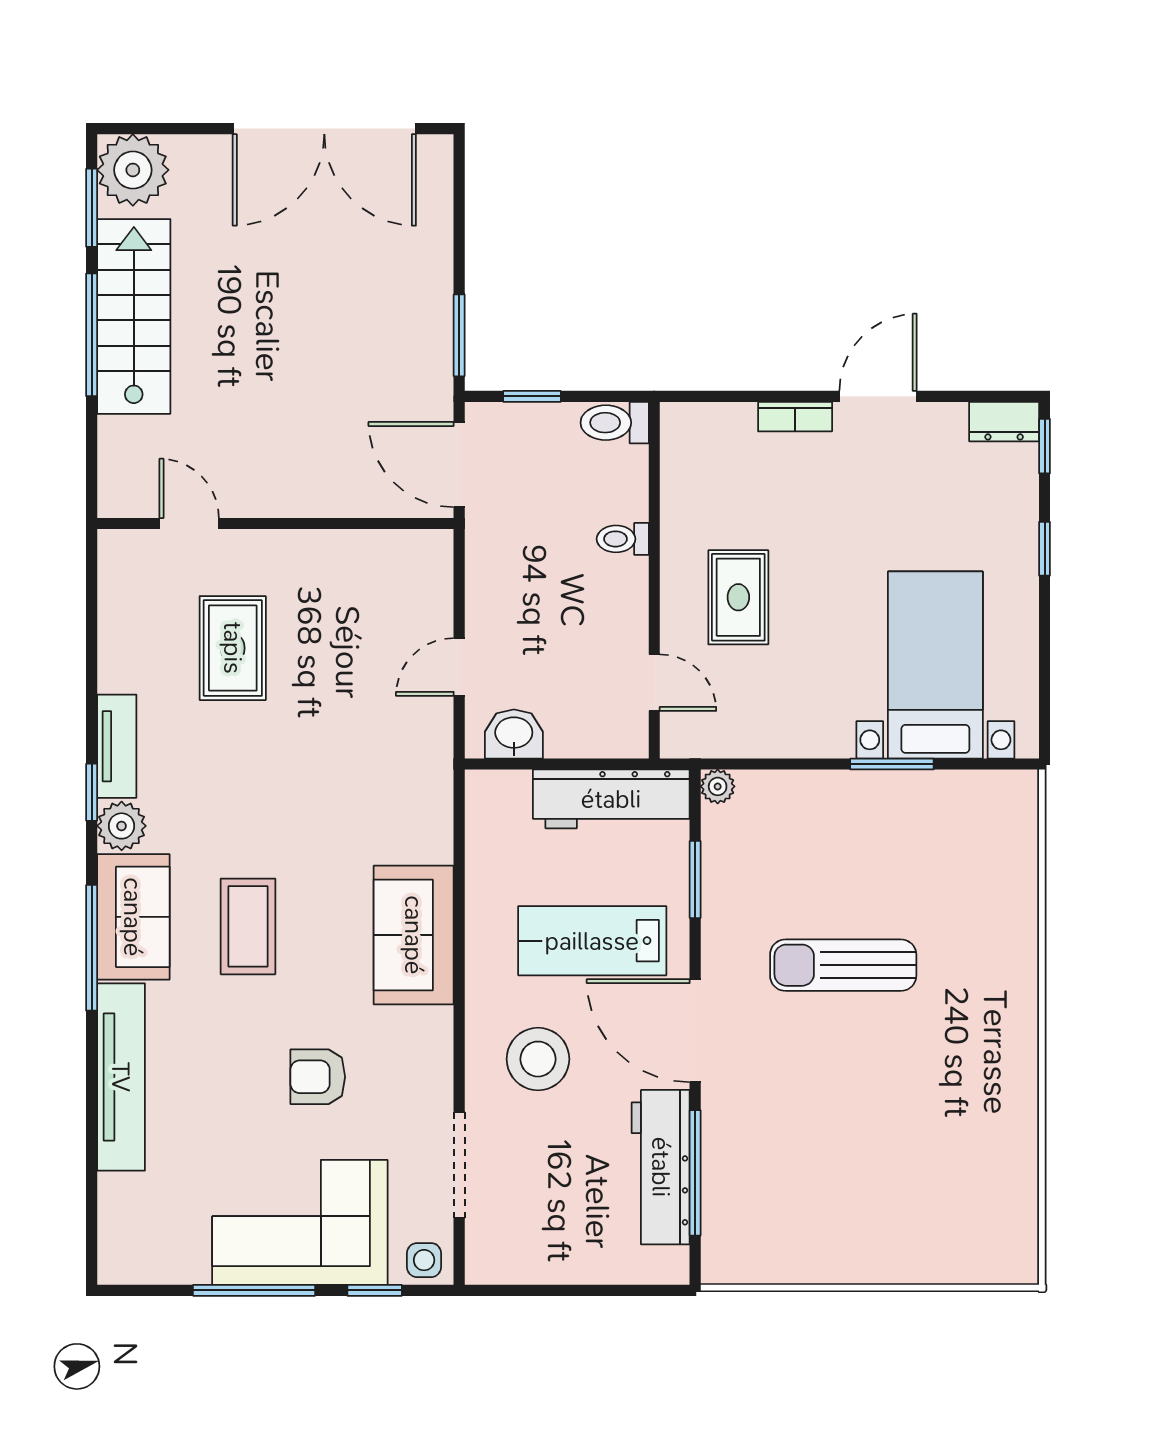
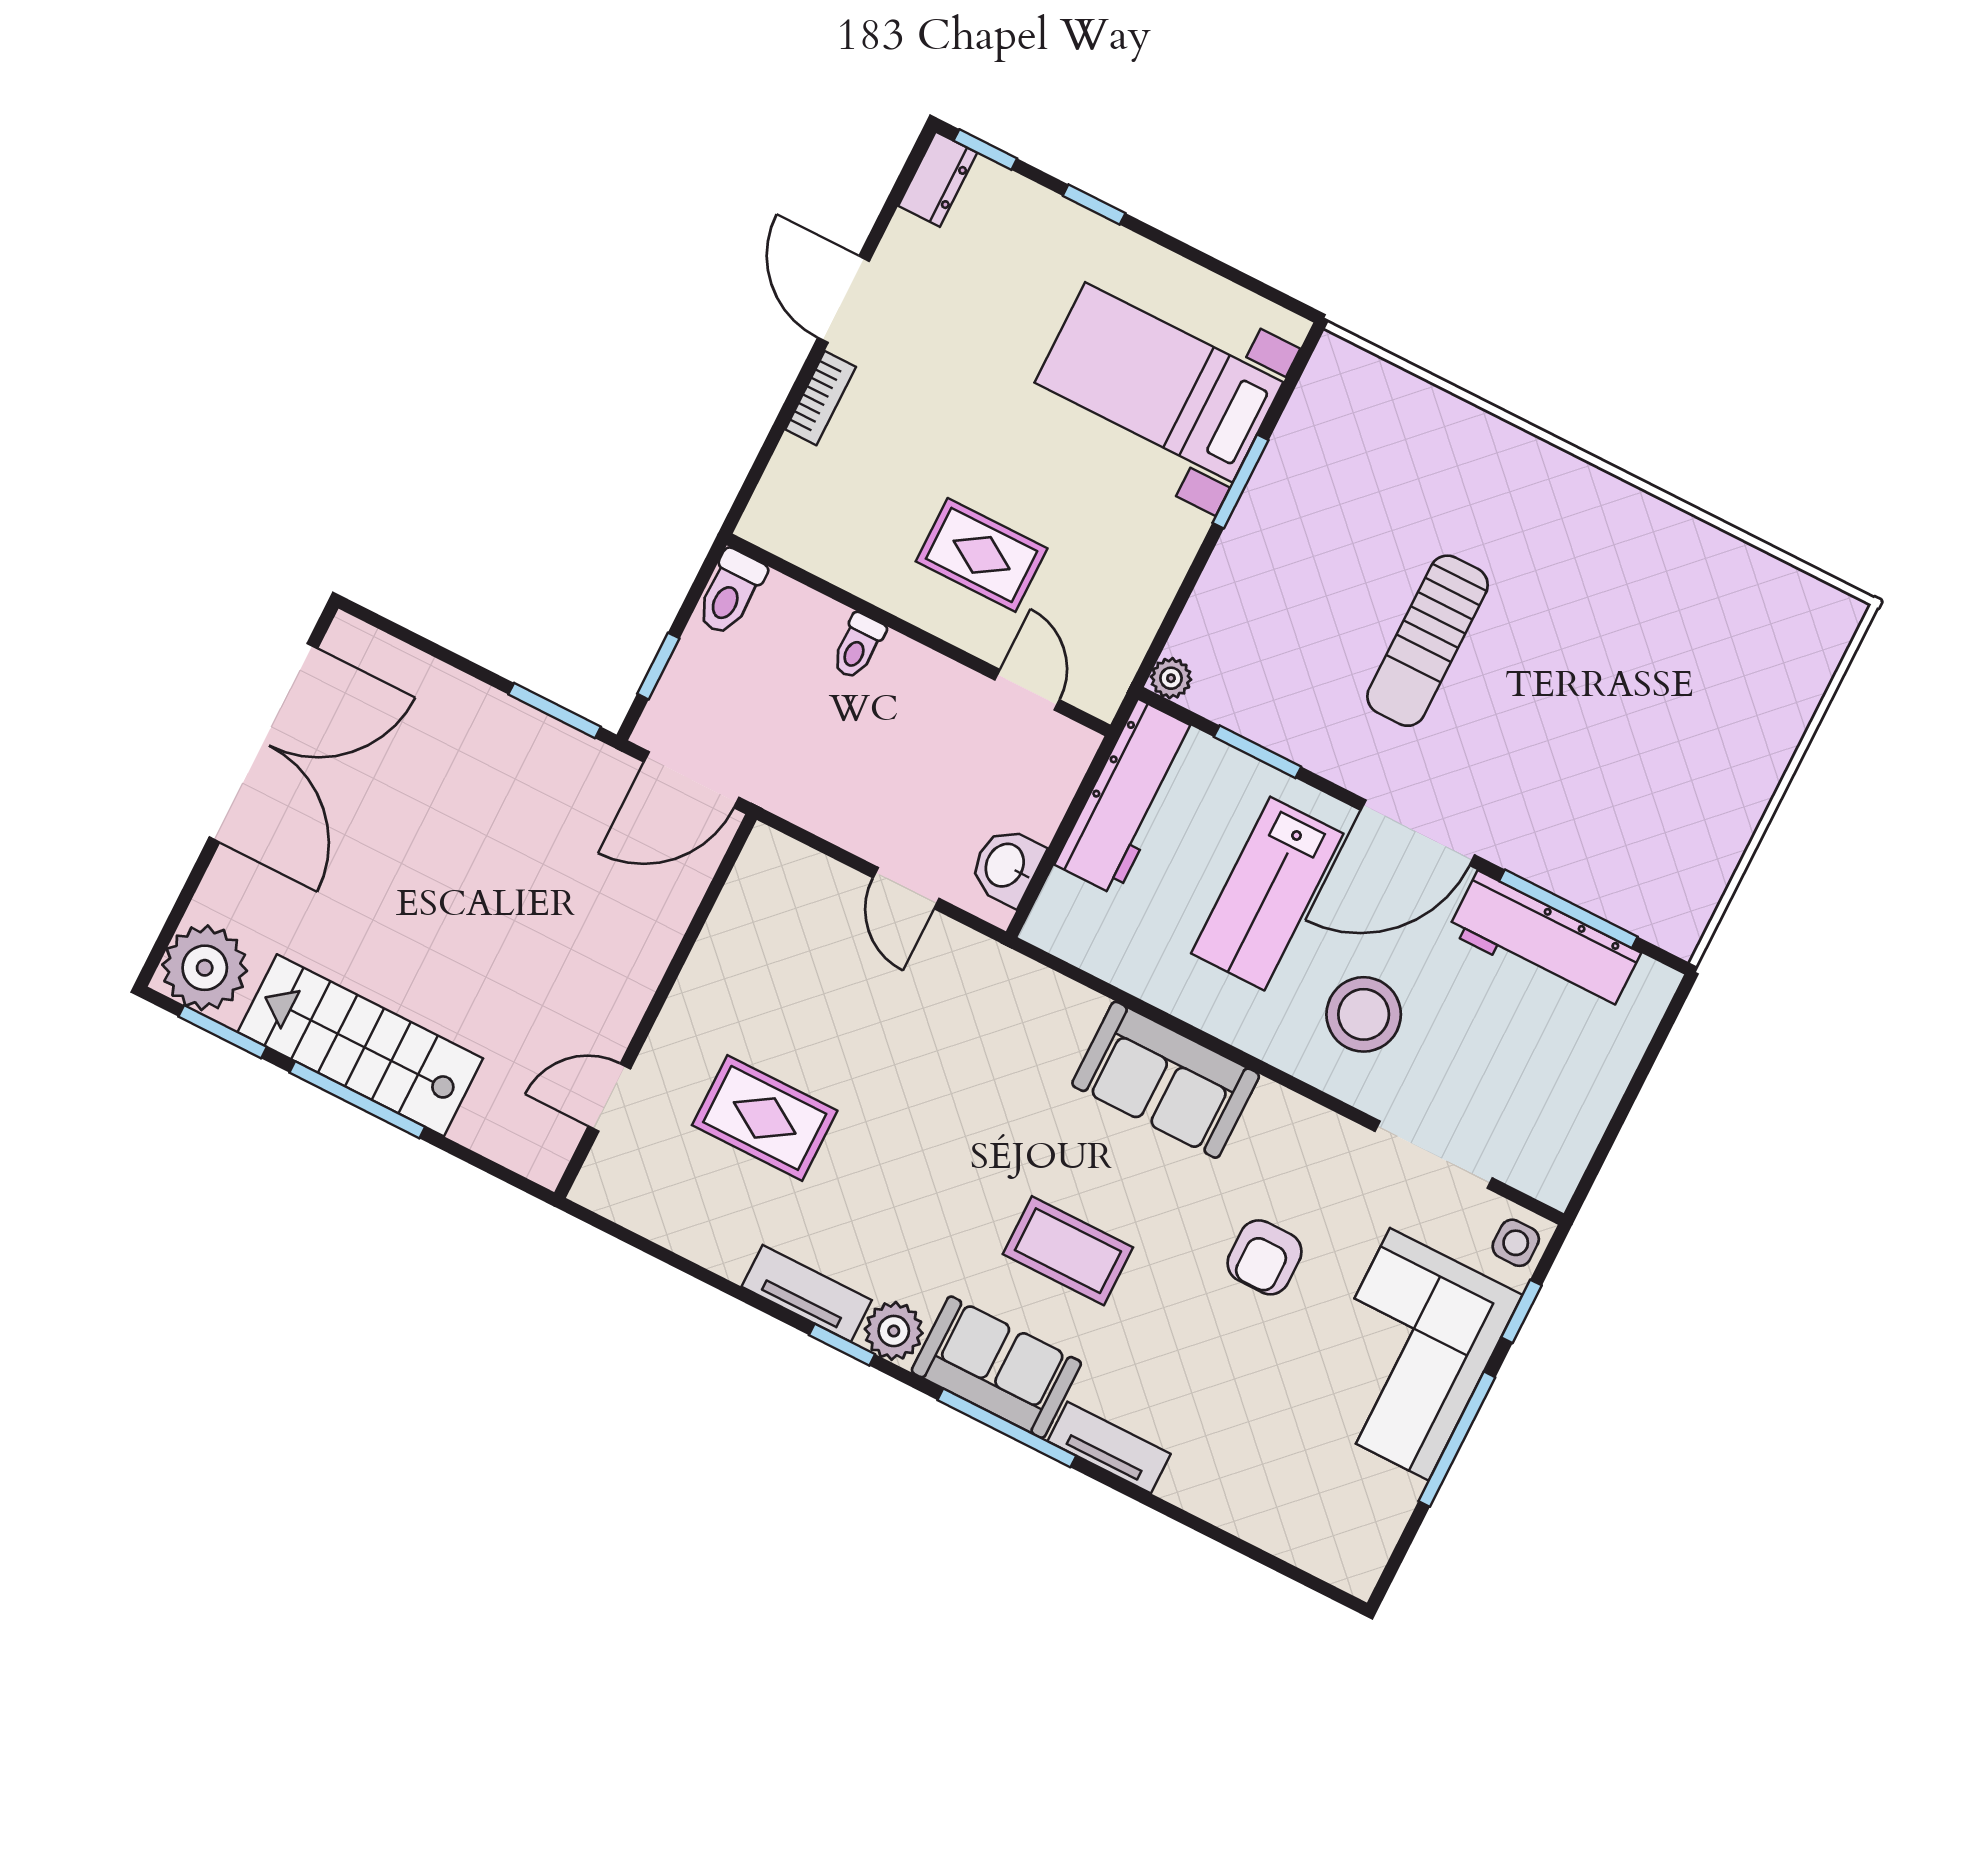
door: (654, 683) -> (1027, 690), hinge flipped
tv unit: (121, 1077) -> (1109, 1448), width x0.52, depth x0.78

